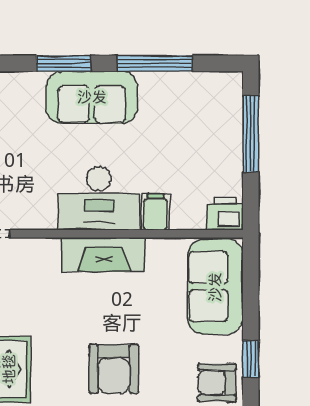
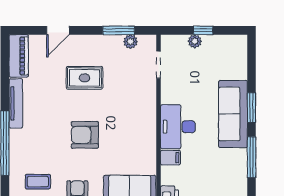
sofa: (92, 97) -> (233, 114), width x1.36
fireplace: (103, 254) -> (147, 129), removed

